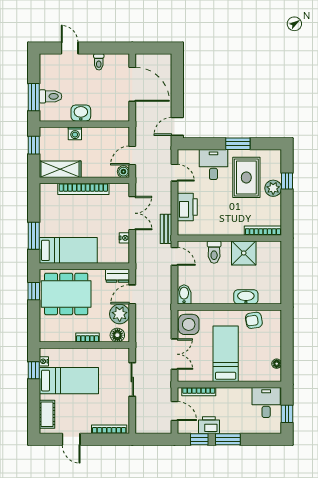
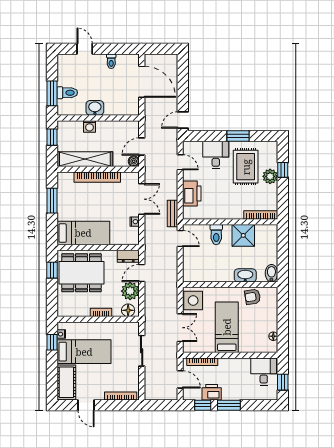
shelving: (60, 169) -> (85, 159), width x1.47
window: (34, 236) -> (52, 201), moved
bidet: (184, 294) -> (271, 273), moved
cot: (47, 414) -> (66, 382), width x1.37, depth x1.34

